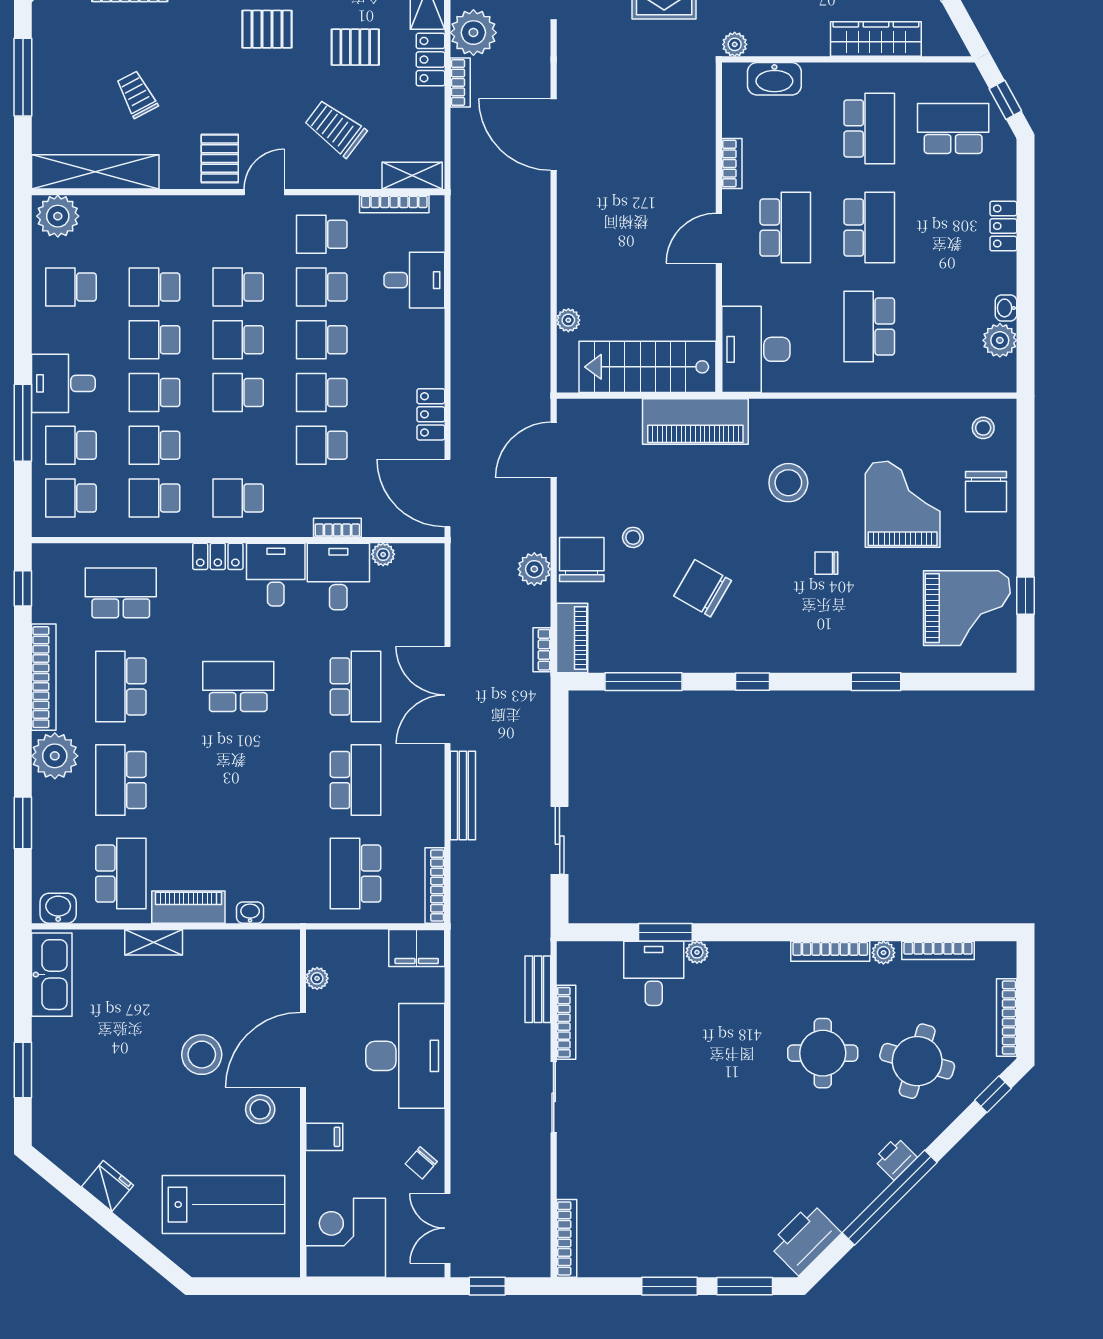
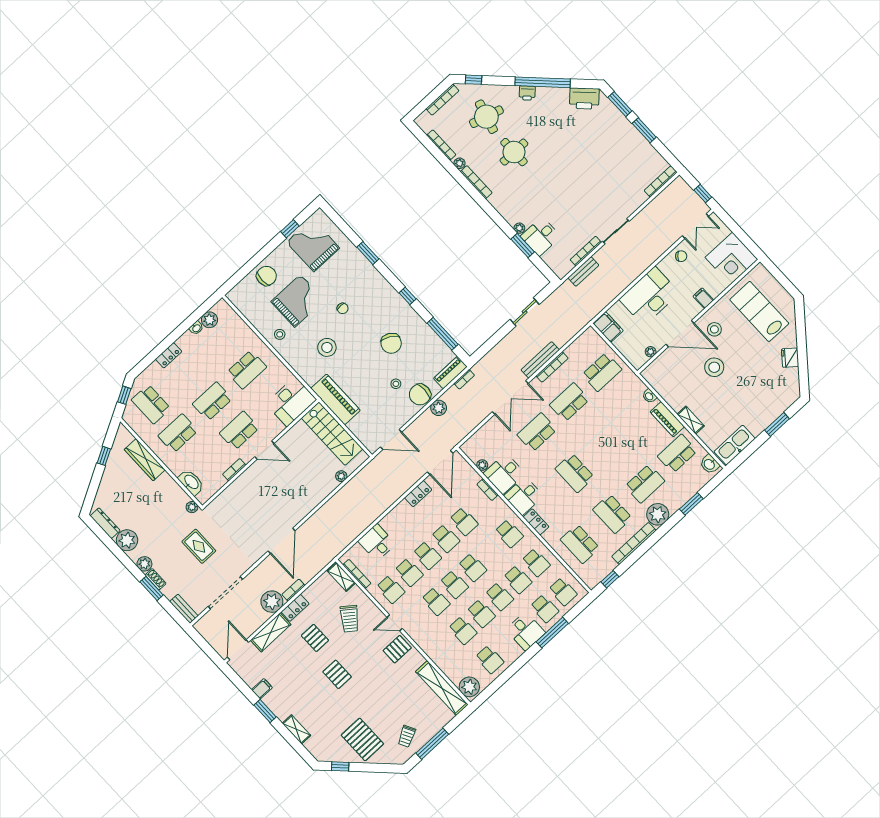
trolley: (137, 94) -> (407, 736), moved
stool: (983, 428) -> (280, 334), moved
grand piano: (903, 504) -> (298, 301), turned 180
school desk: (121, 686) -> (612, 514), turned 90
bookcase: (435, 886) -> (552, 367), moved

